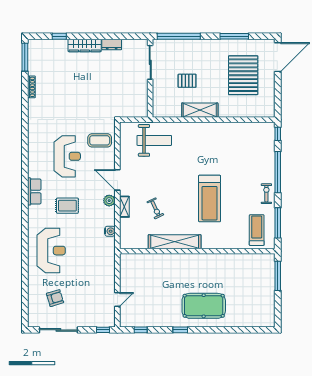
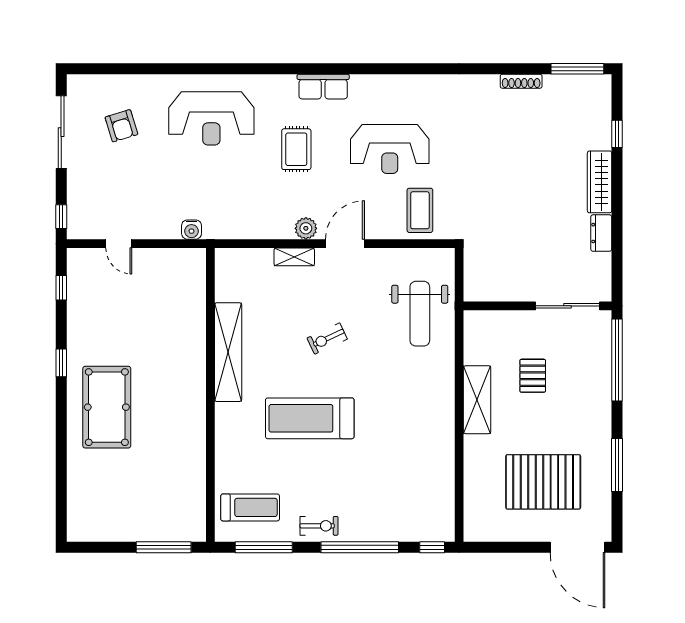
exercise bike: (155, 208) -> (327, 339), moved
water cooler: (110, 231) -> (192, 230), moved

